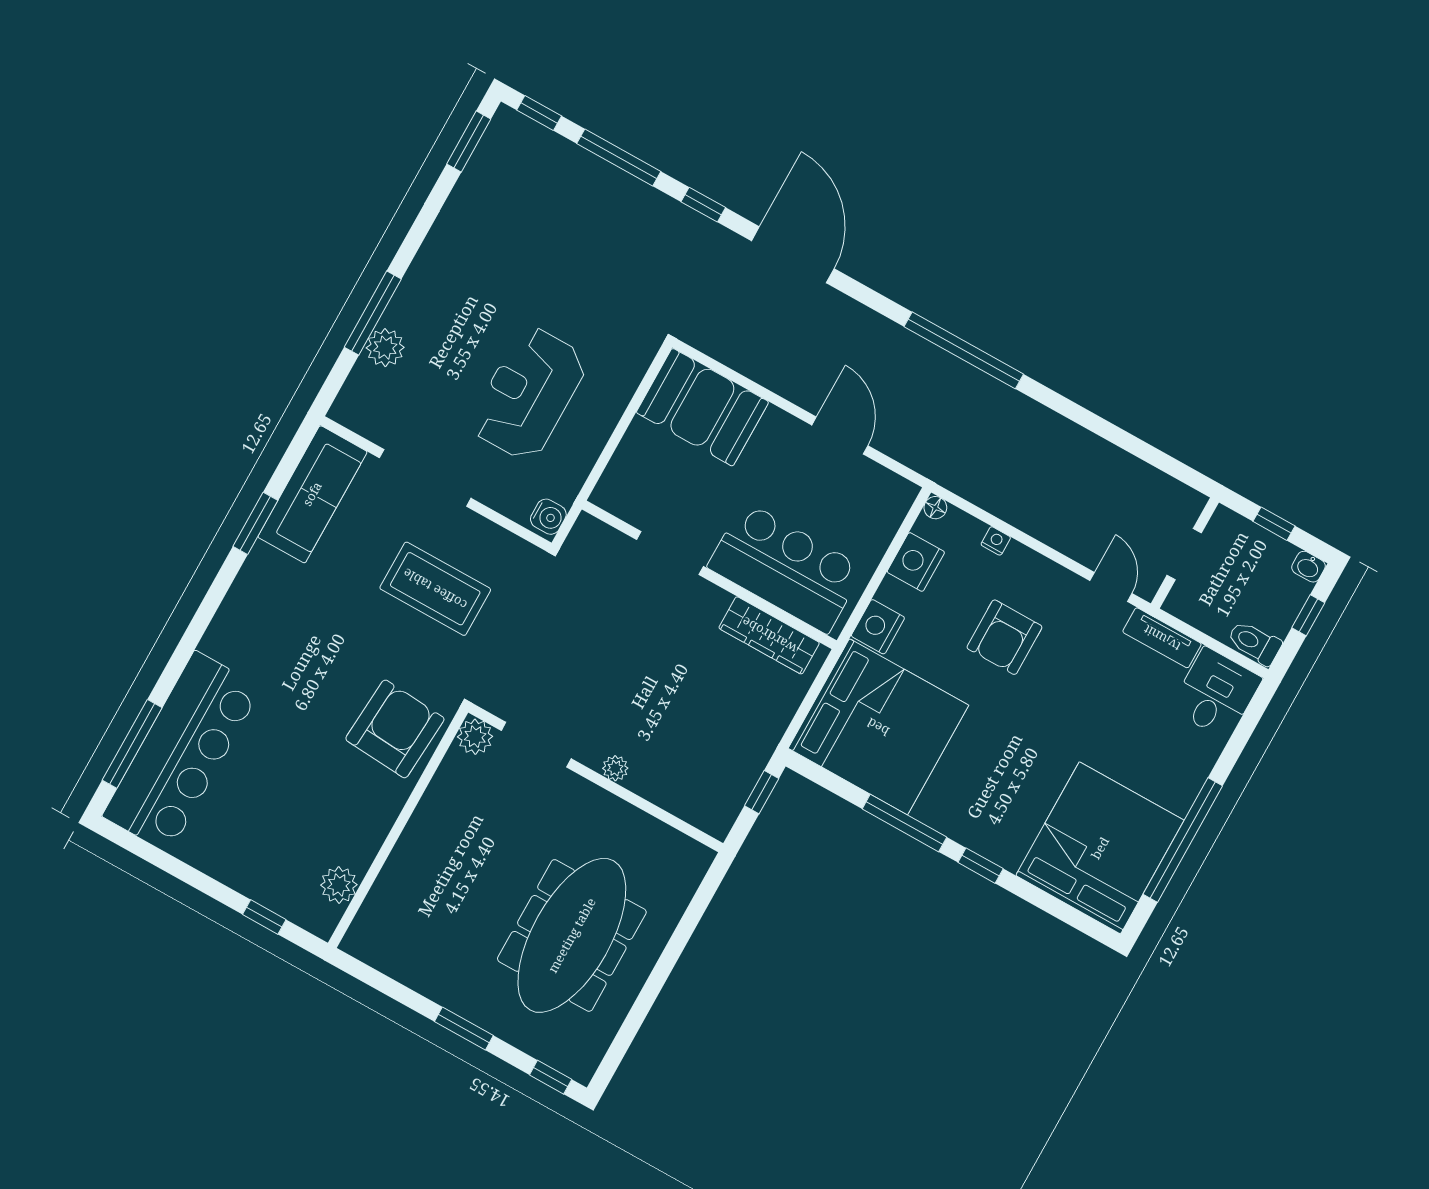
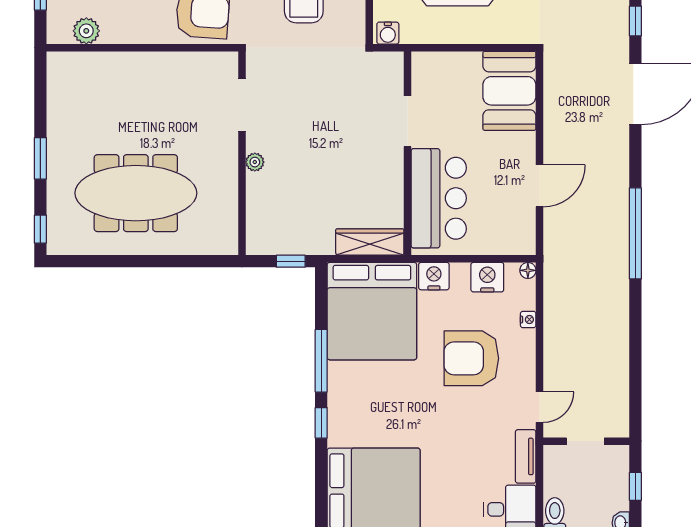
wardrobe: (769, 635) -> (370, 242), moved, turned 90
armchair: (1004, 637) -> (471, 358), width x1.36, depth x1.36
plant: (475, 737) -> (226, 64), removed

